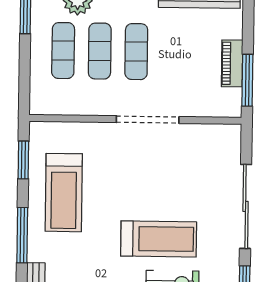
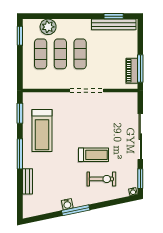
piano: (232, 63) -> (132, 71), moved
treadmill: (159, 239) -> (94, 155), width x0.73, depth x0.73

